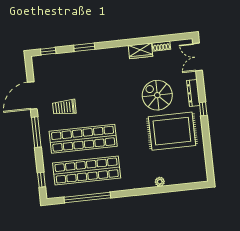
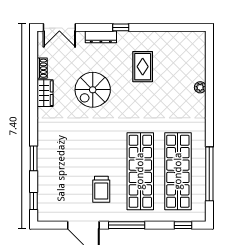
spiral stairs: (157, 95) -> (93, 90), moved
rug: (172, 131) -> (143, 67), width x0.54, depth x0.49

